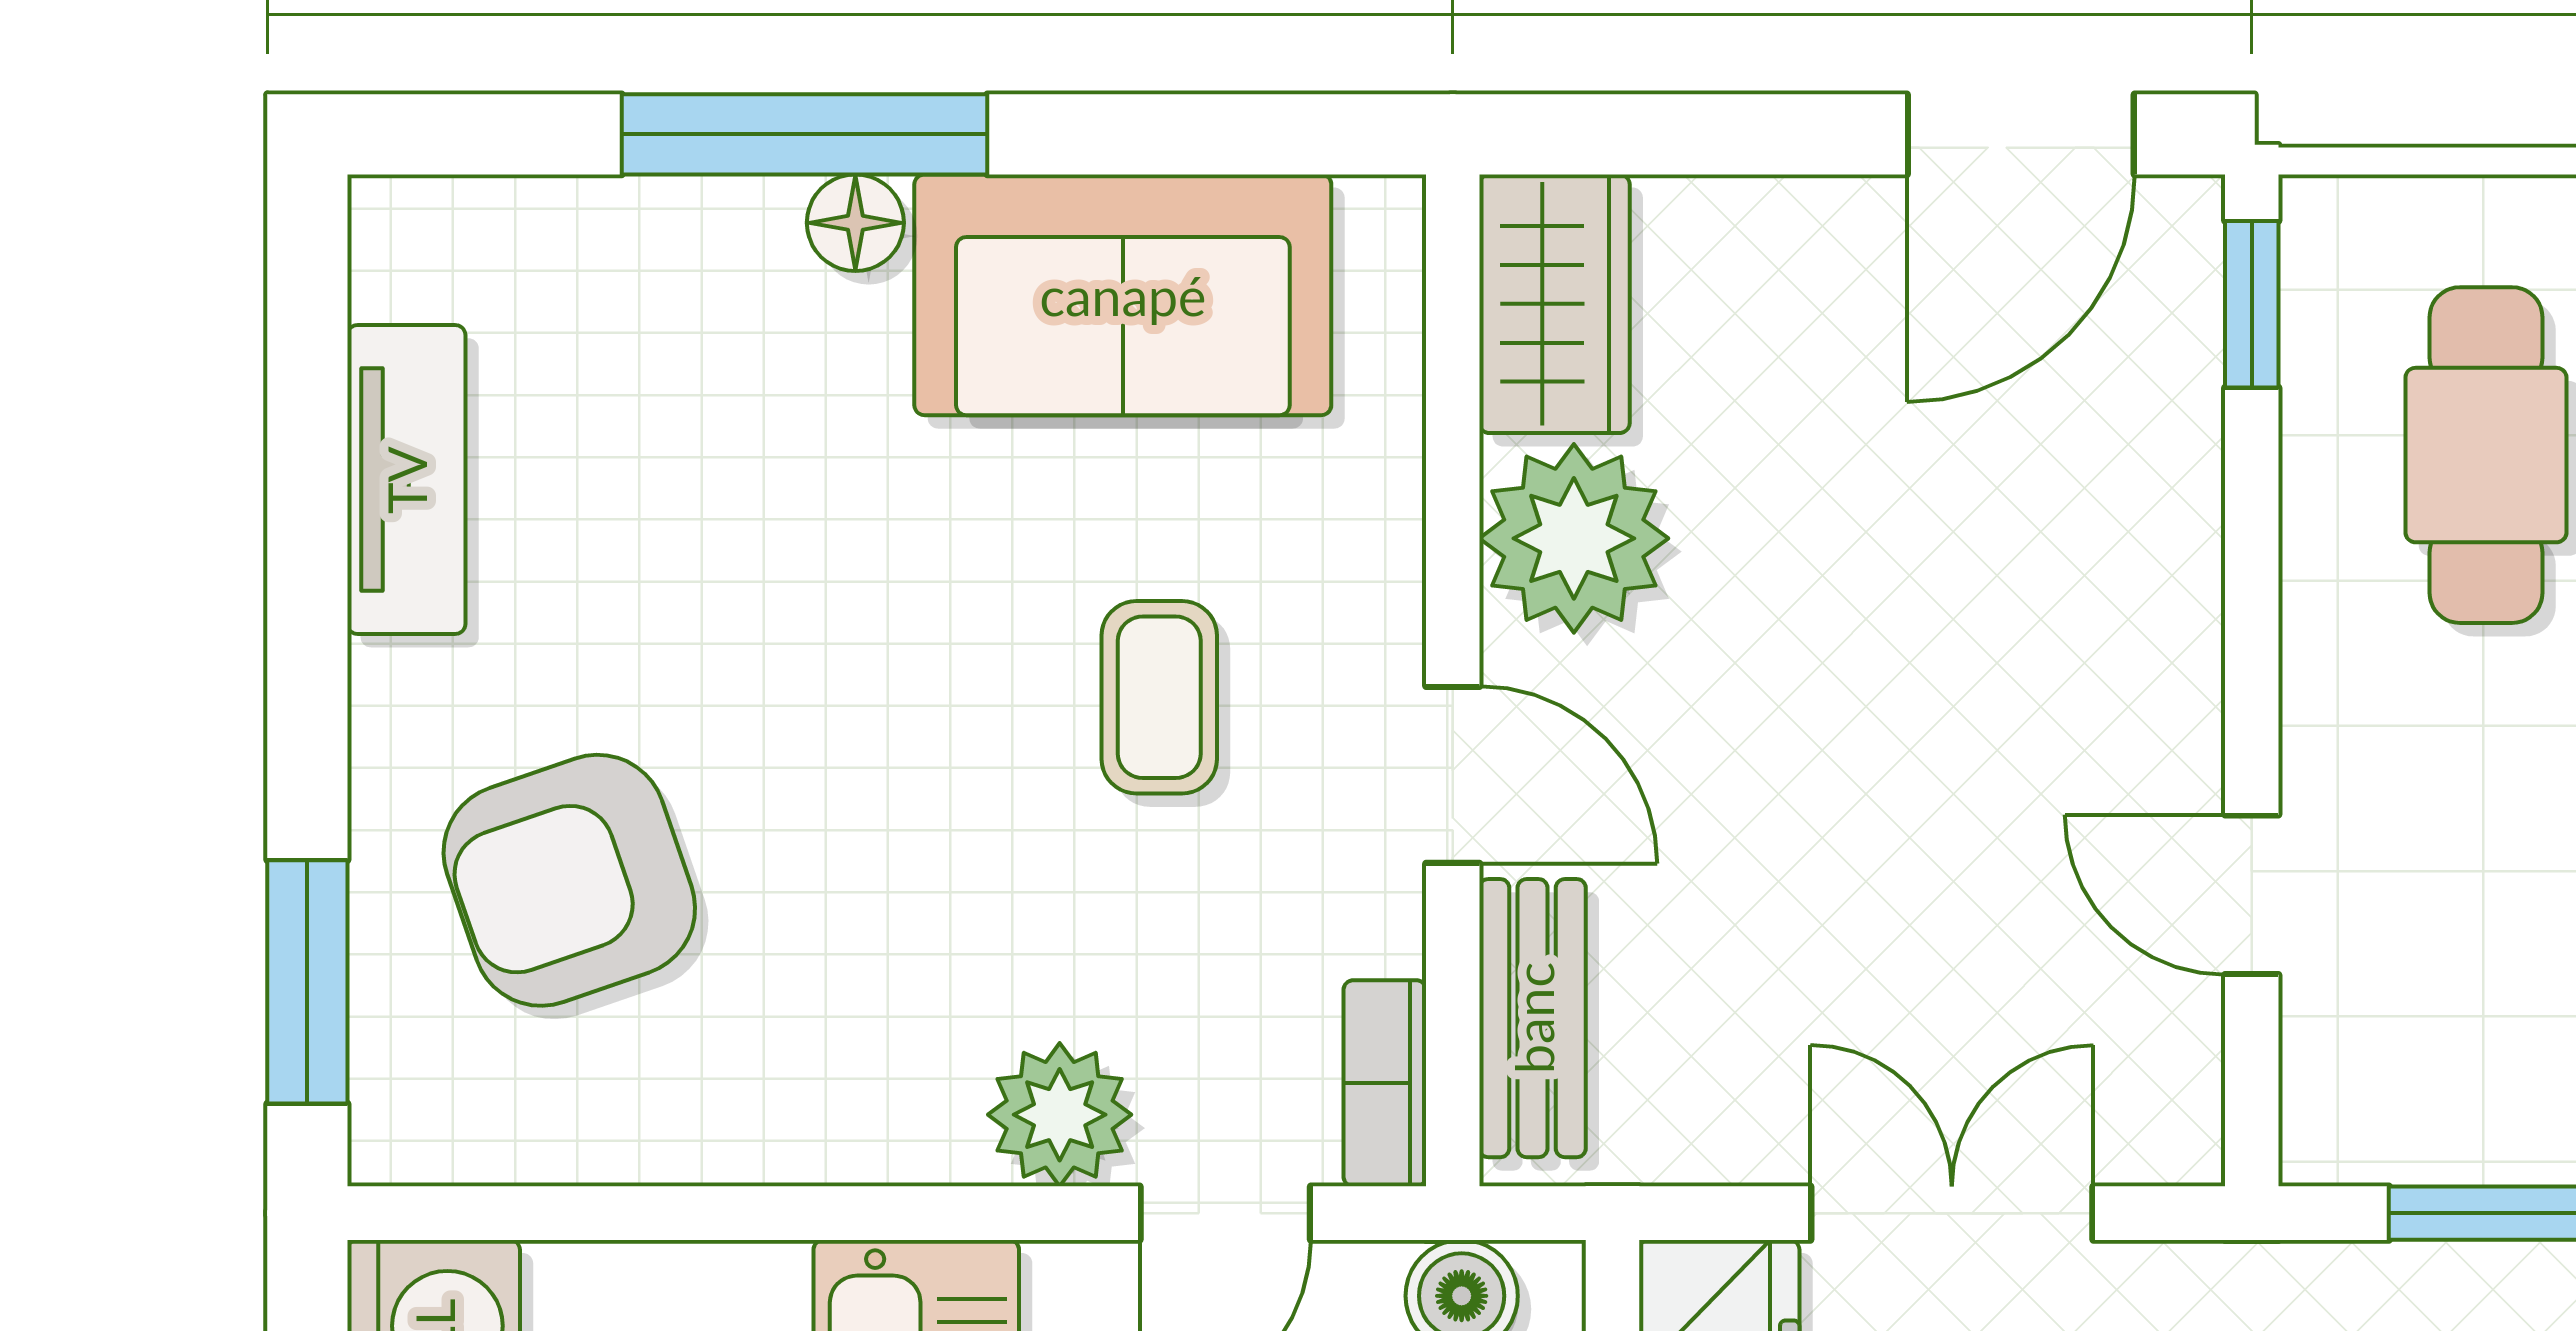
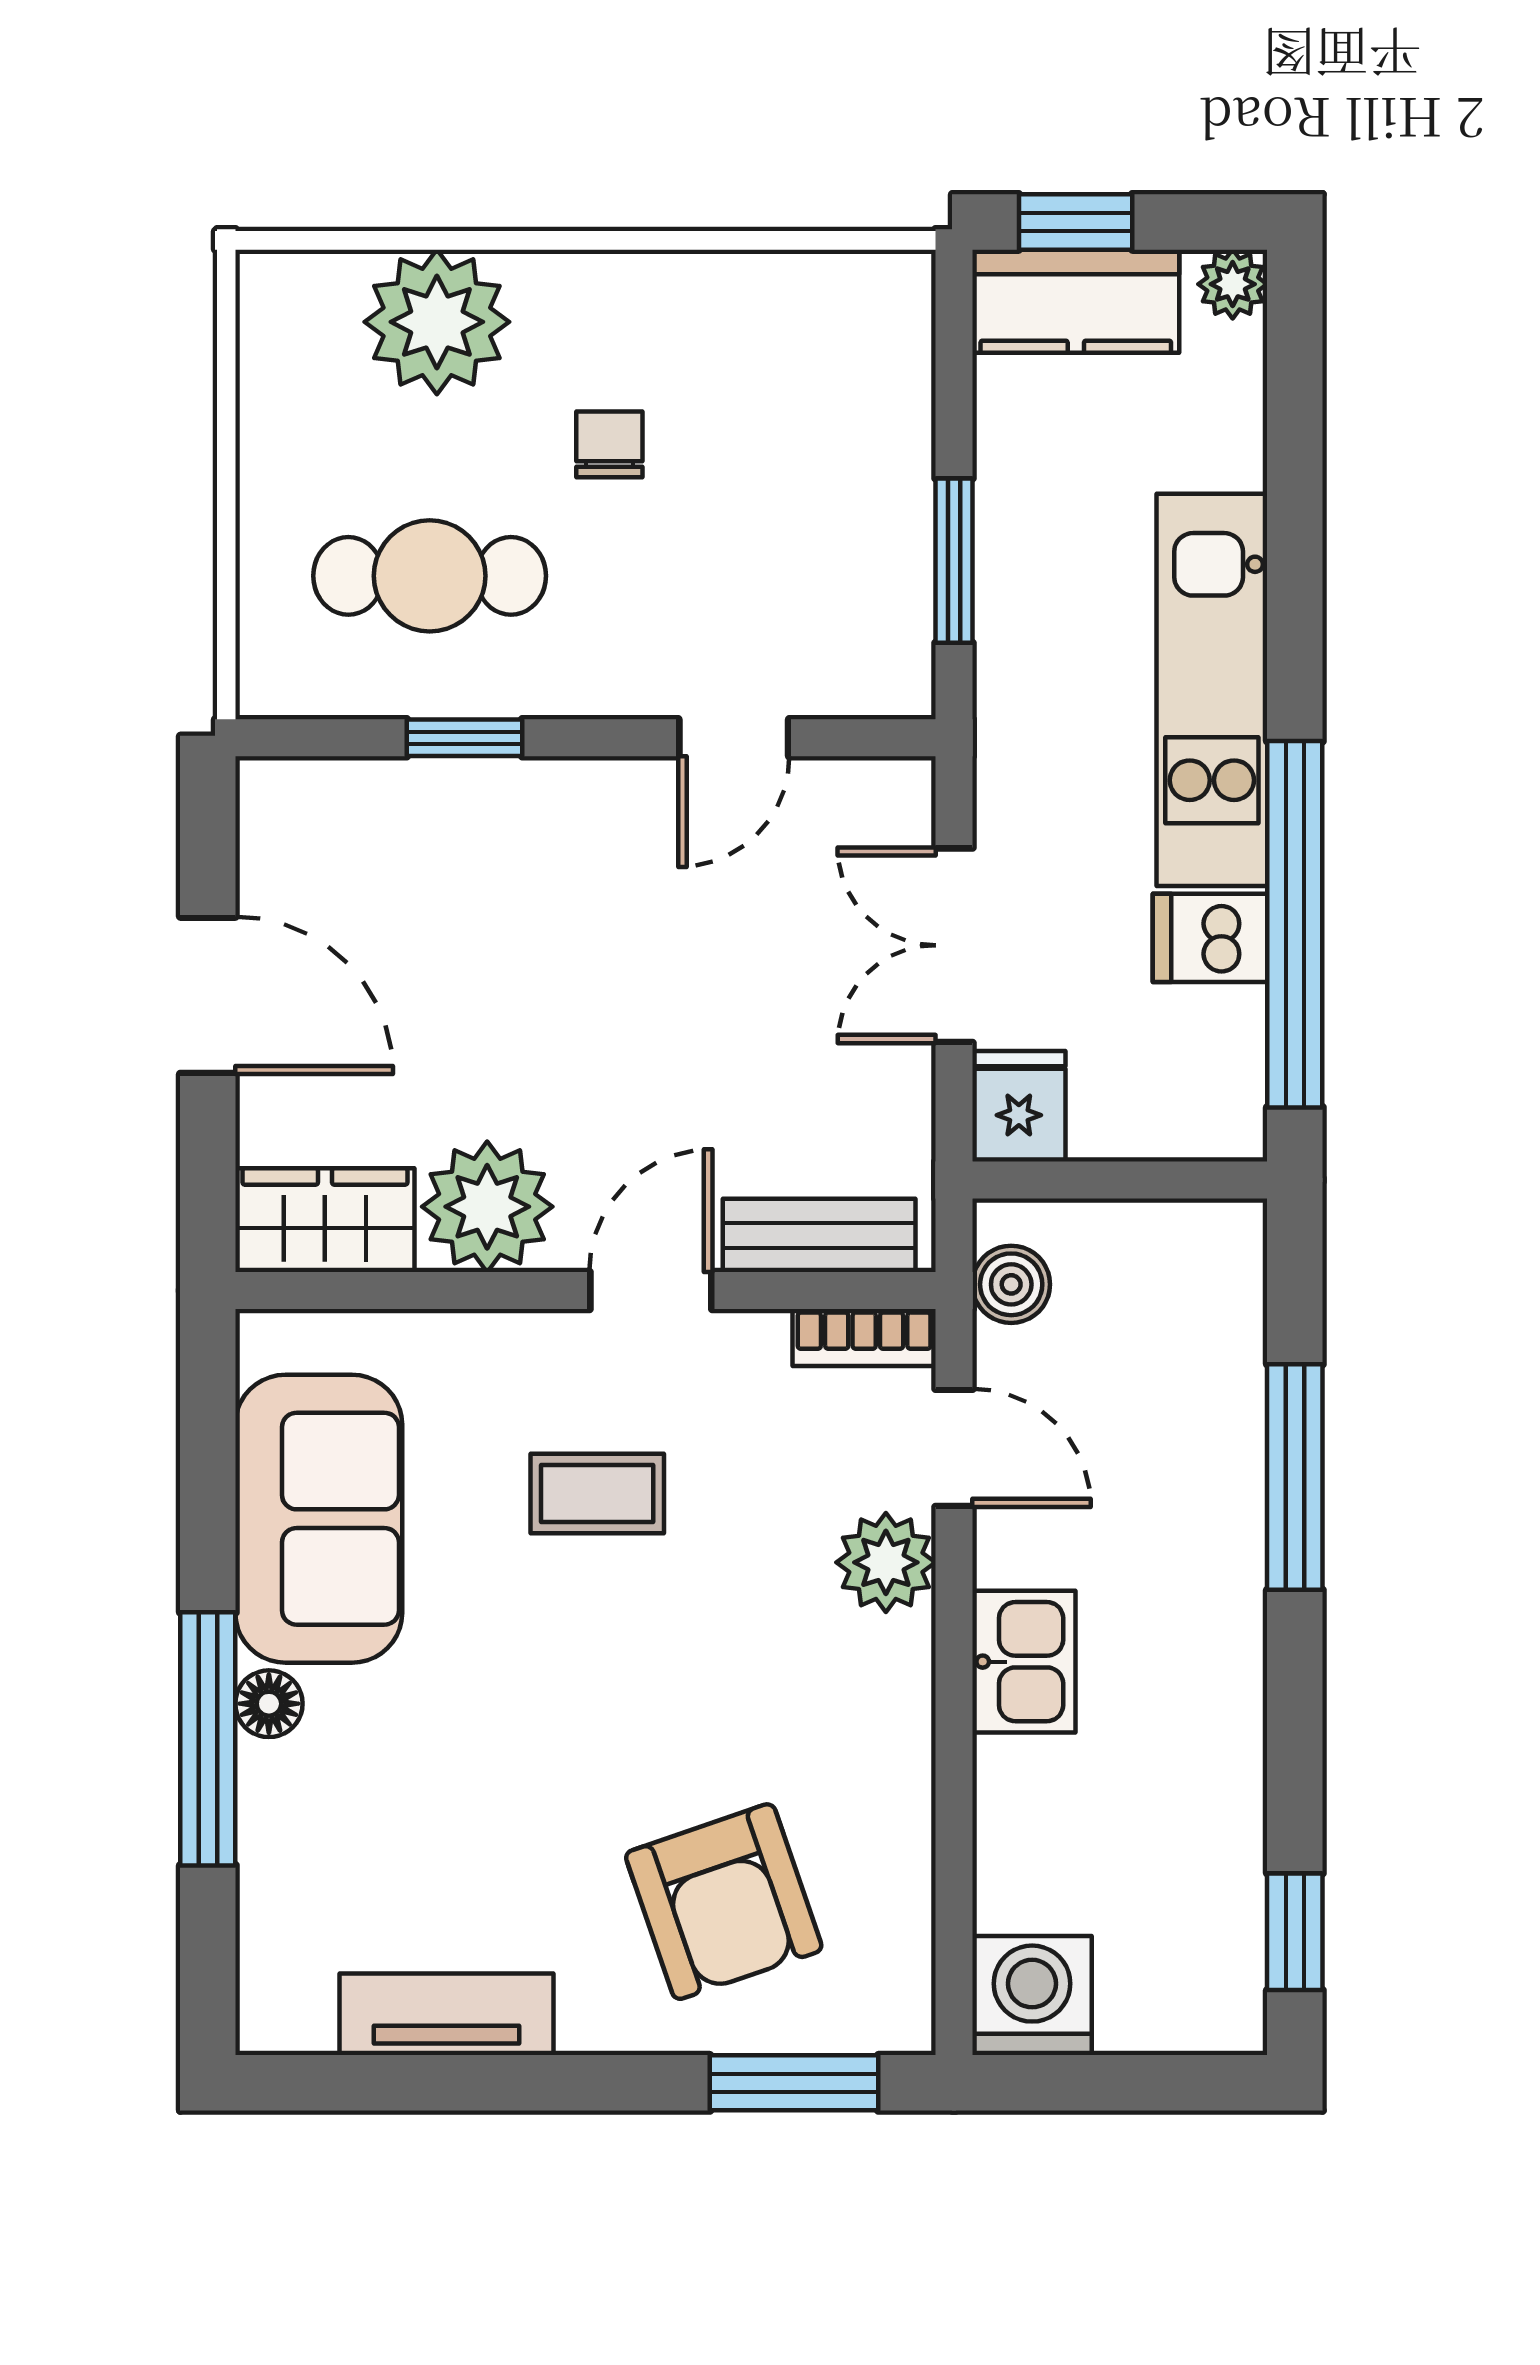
door: (2021, 134) -> (208, 995), moved
window: (2252, 304) -> (464, 738), moved

